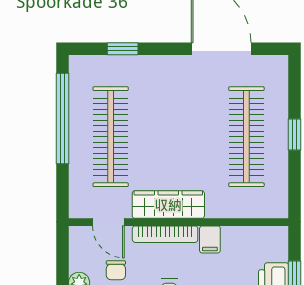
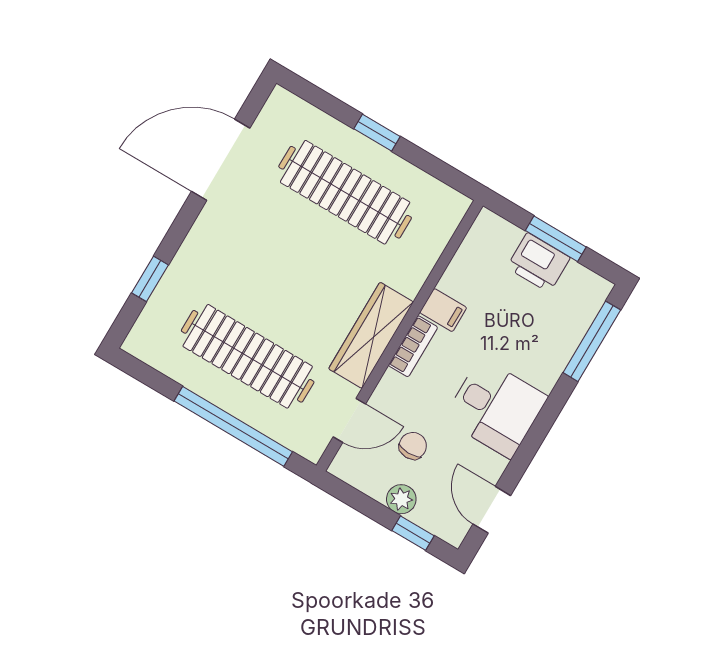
window: (63, 118) -> (233, 426), moved
bookcase: (165, 234) -> (413, 346), width x0.64
chair: (116, 270) -> (413, 446), turned -90

